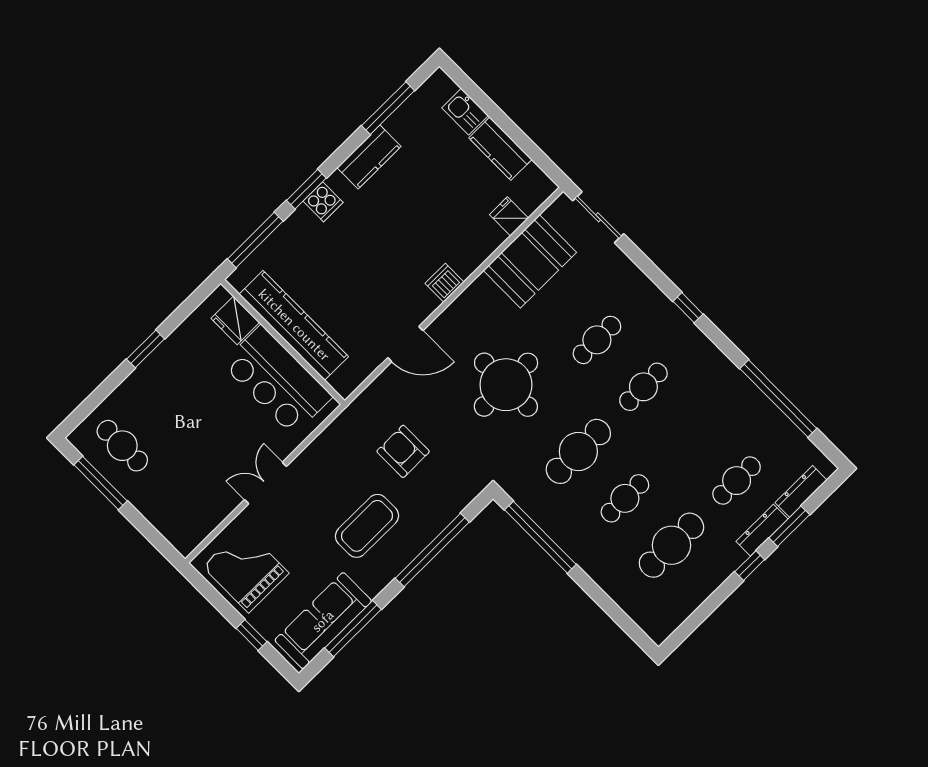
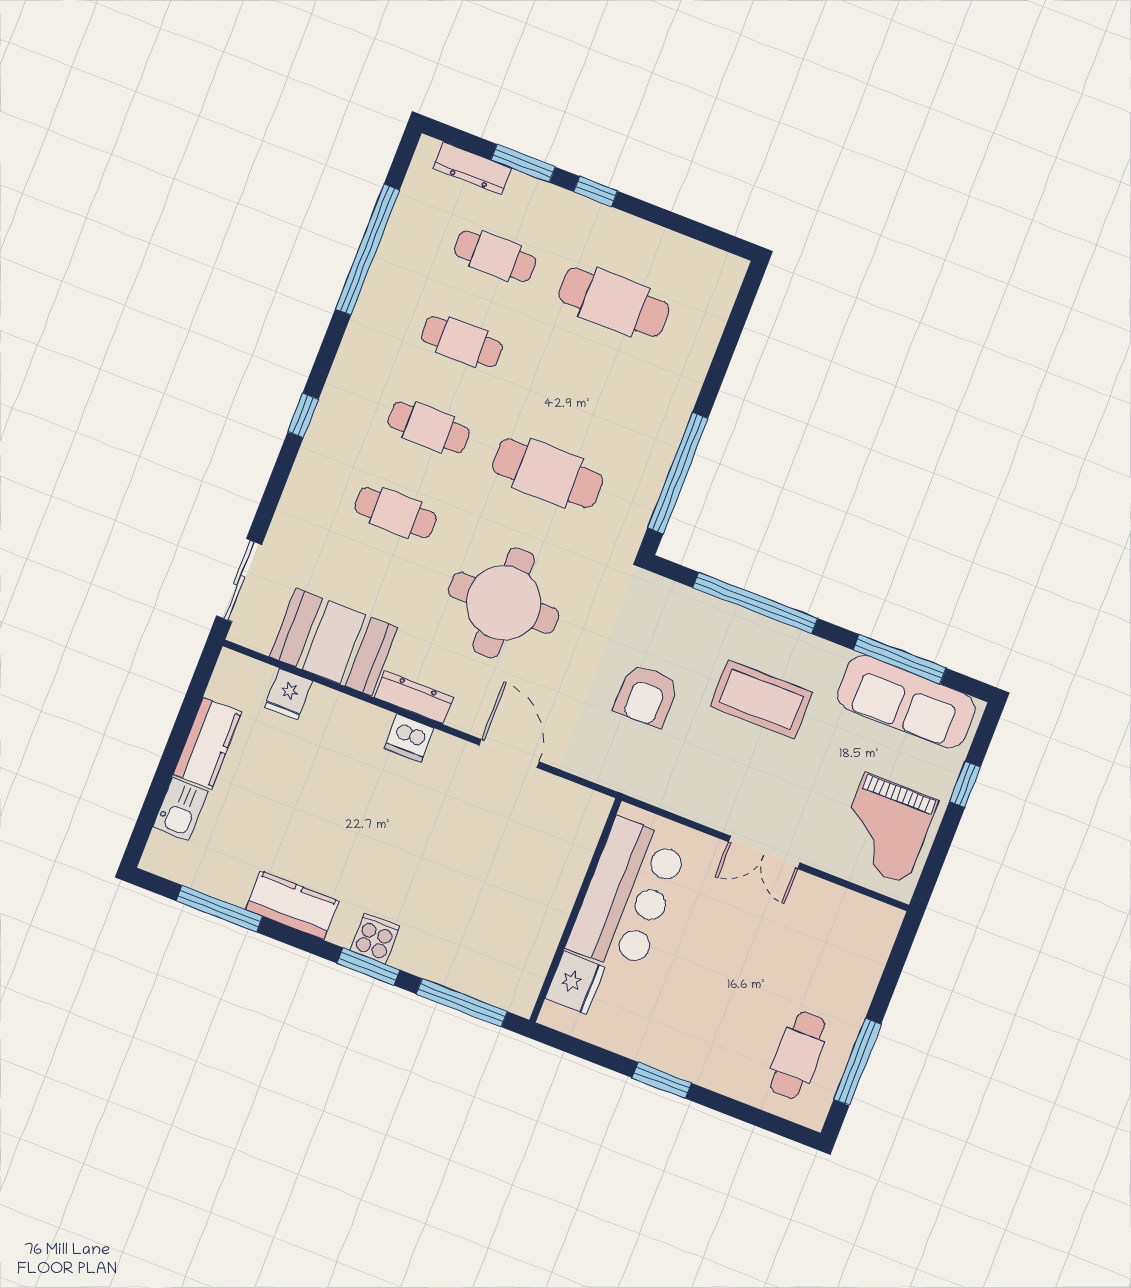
kitchen counter: (294, 325) -> (548, 906), removed
cafe table: (625, 498) -> (462, 342), moved
dresser: (762, 530) -> (414, 697), moved, turned 180

